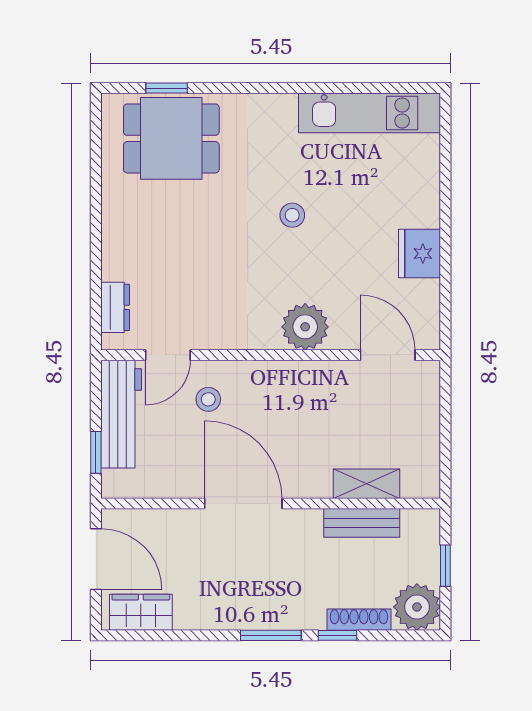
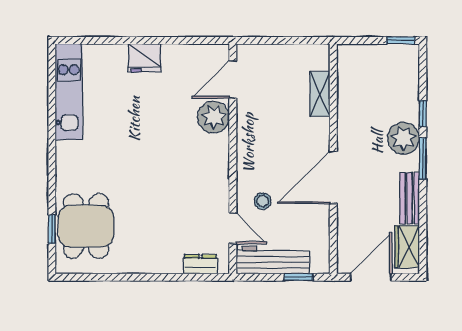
stool: (292, 215) -> (138, 144), removed
fridge: (419, 254) -> (145, 58), moved
plant: (305, 327) -> (214, 117), moved
bench: (362, 523) -> (410, 198), moved
window: (445, 566) -> (401, 40), moved
plant: (417, 607) -> (403, 138), moved
shoe rack: (359, 620) -> (412, 99), removed

